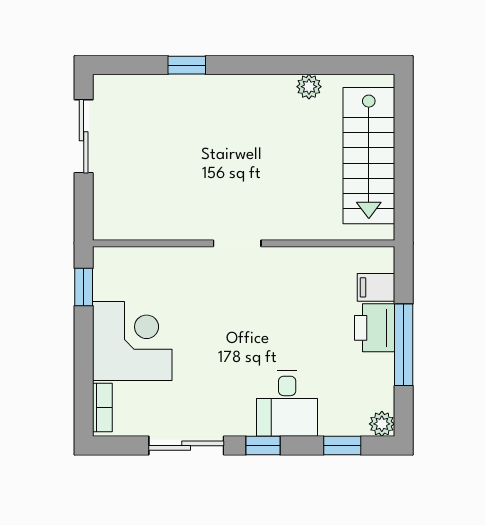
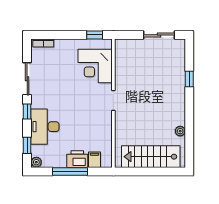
corner desk: (132, 341) -> (95, 66), moved, turned 90
desk: (287, 404) -> (45, 127), width x1.37

